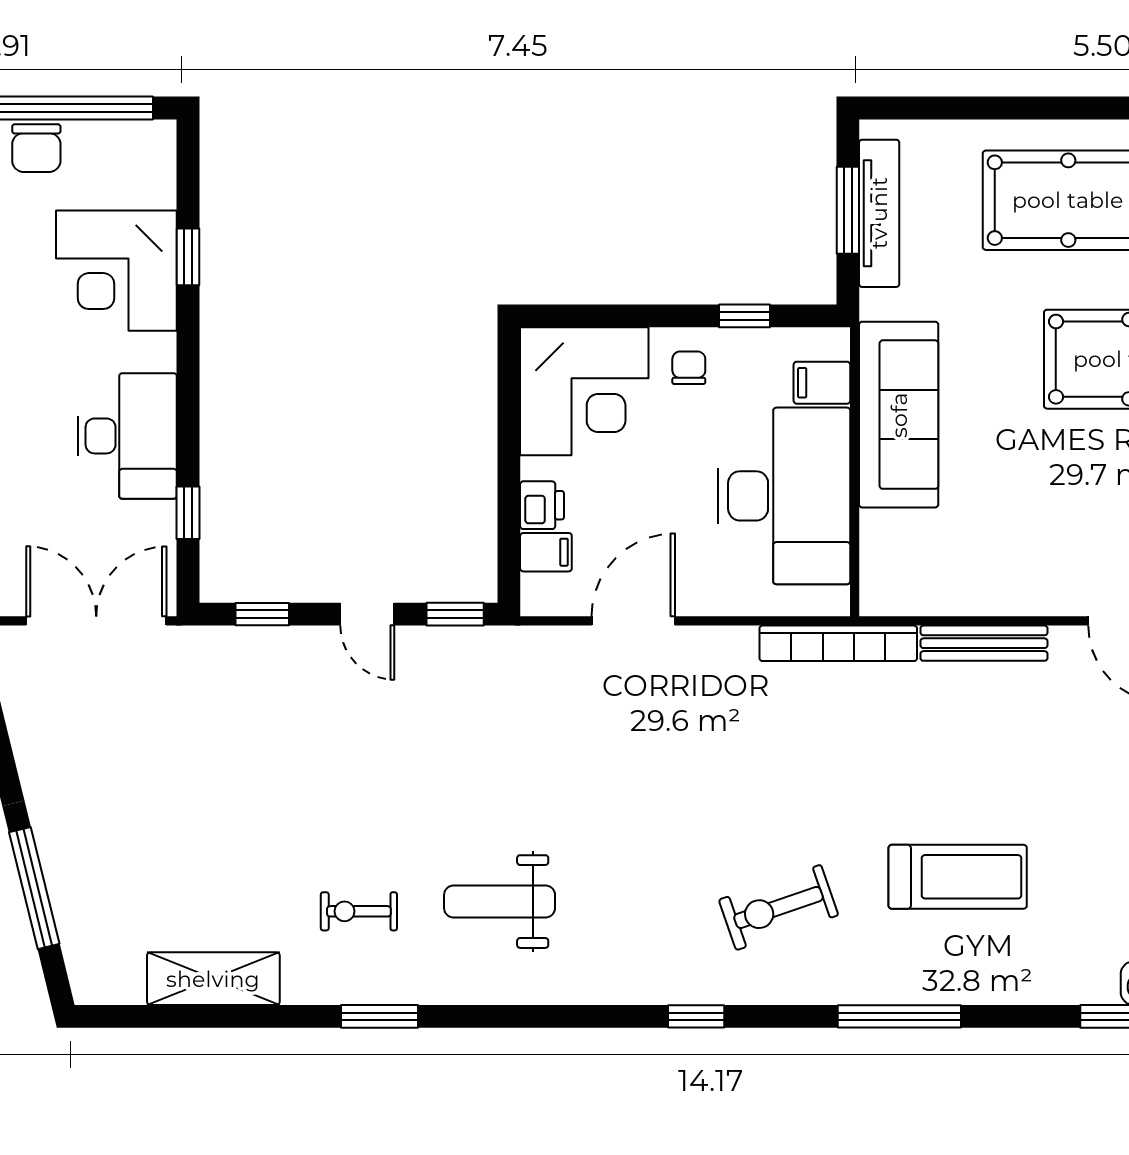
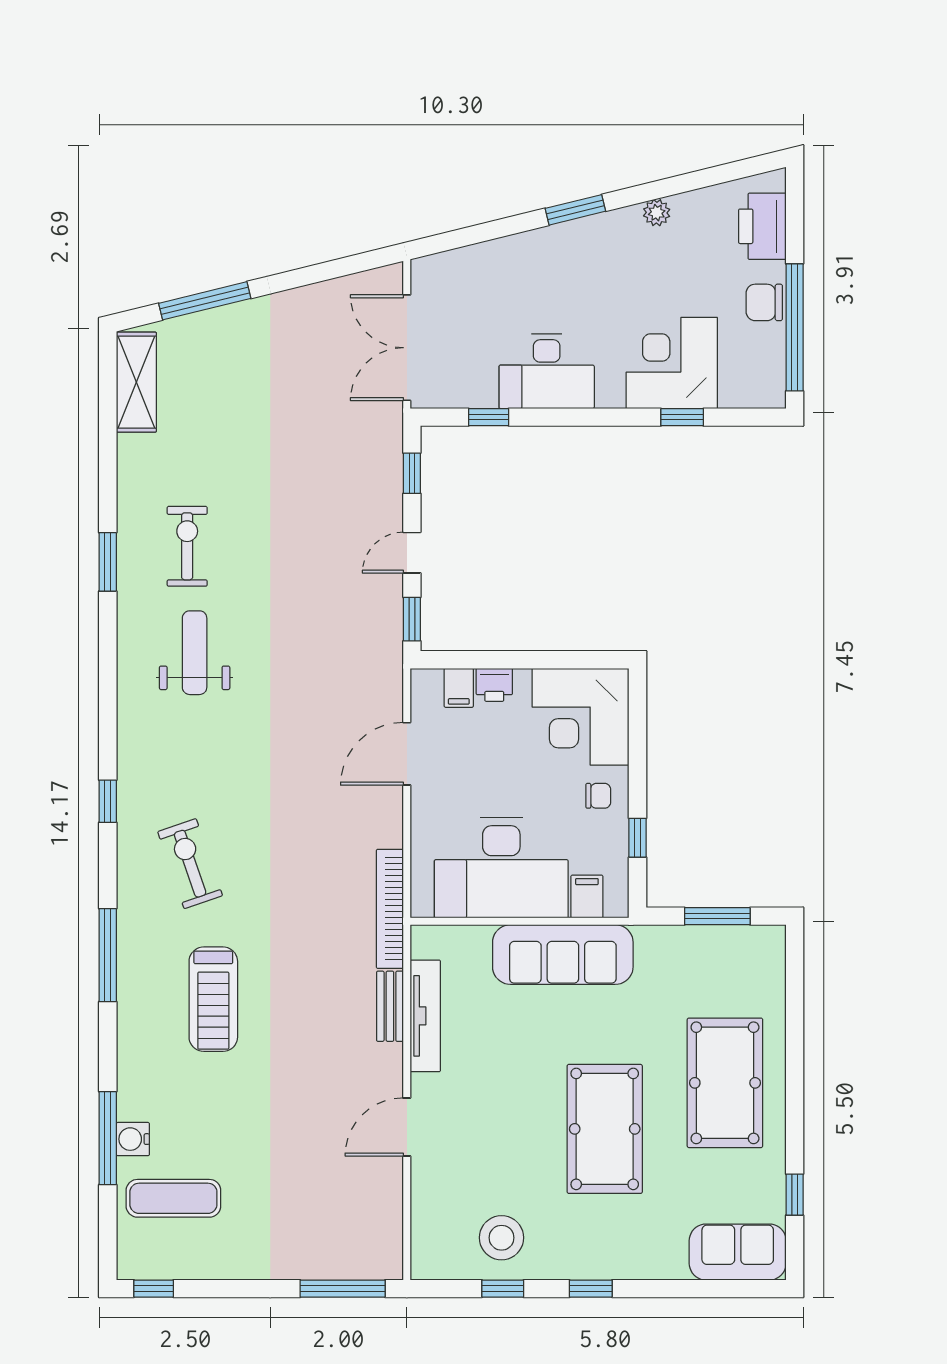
tv unit: (879, 213) -> (425, 1016), moved, turned -90
double door: (96, 621) -> (407, 348), swing flipped
door: (633, 621) -> (407, 754), swing flipped
bench: (984, 643) -> (390, 1006), width x0.73
exercise bike: (359, 911) -> (187, 546), width x1.38, depth x1.39
shelving: (213, 979) -> (136, 382), moved

